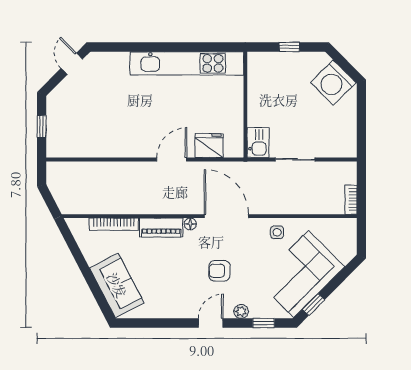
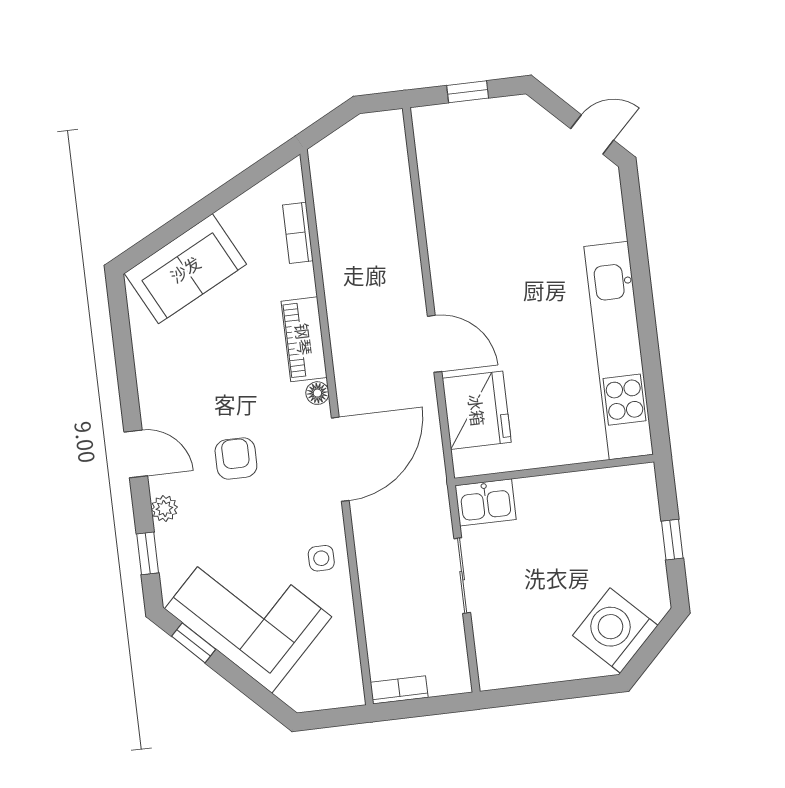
fridge: (209, 146) -> (477, 410), width x1.36, depth x1.34
bookcase: (114, 224) -> (298, 233), width x0.64

